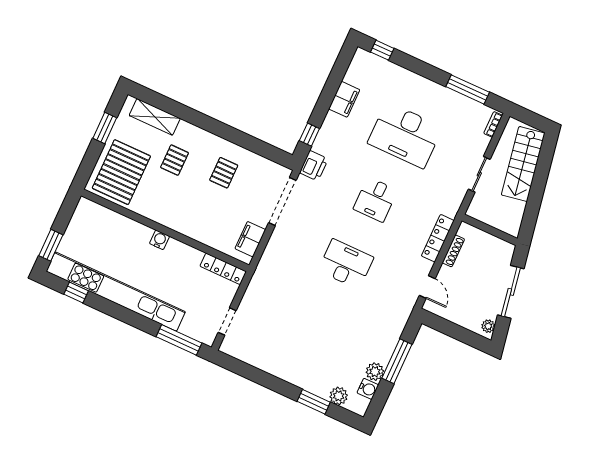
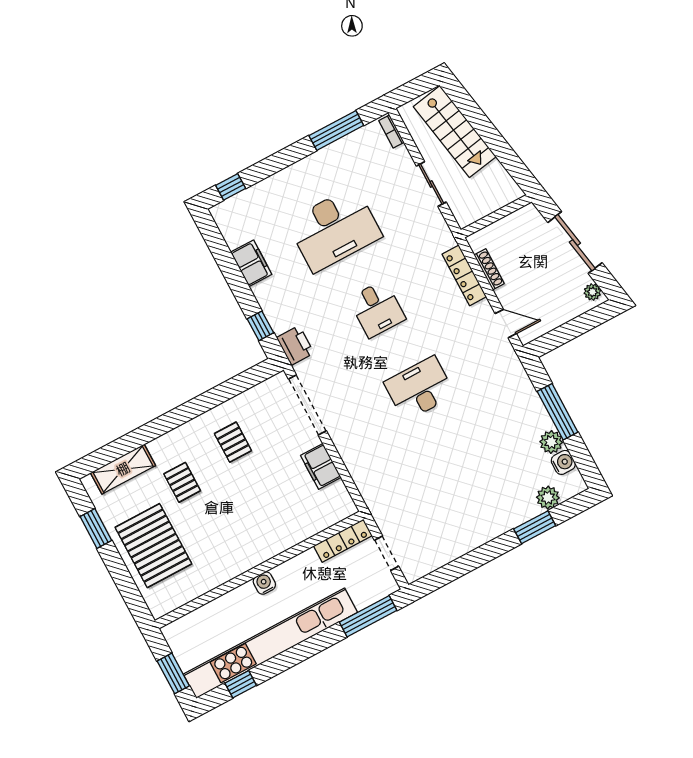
wall: (165, 230) -> (259, 570), moved
water cooler: (159, 240) -> (264, 583), moved
locker: (223, 269) -> (343, 541), moved

